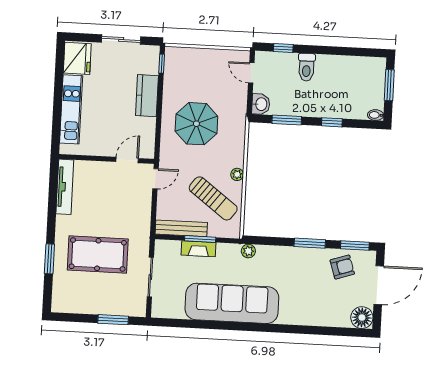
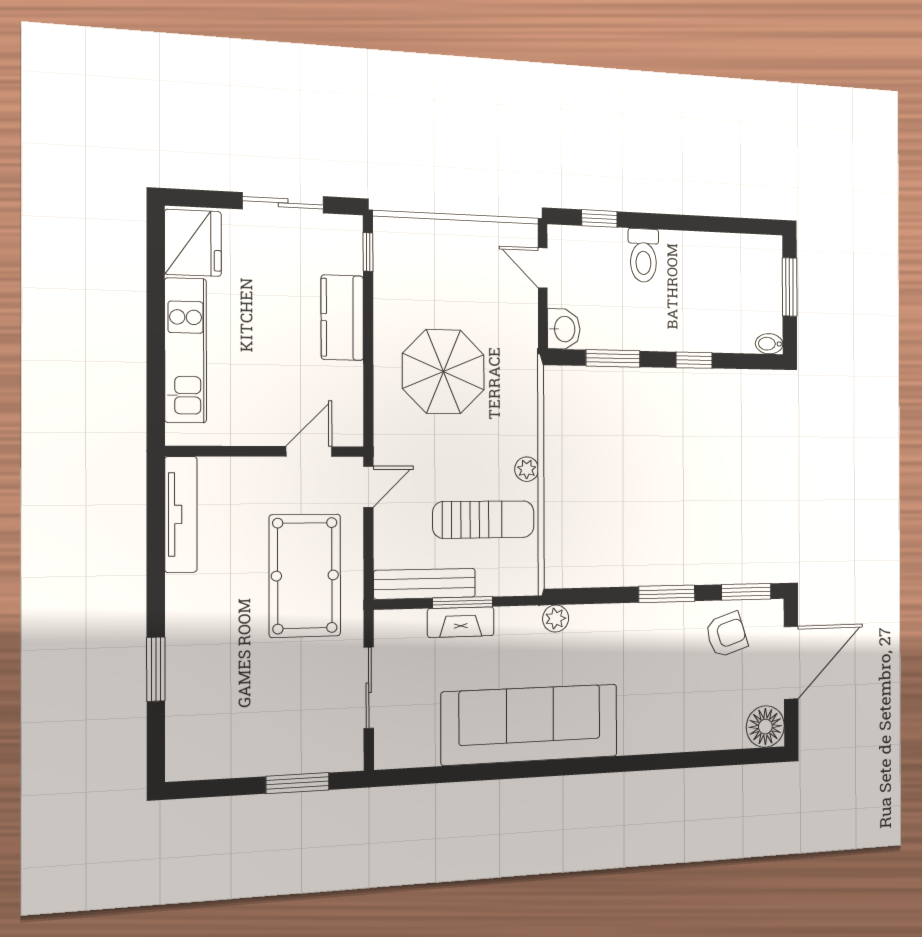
sun lounger: (213, 198) -> (484, 519), turned -37
pool table: (98, 254) -> (305, 576), moved, turned 90

